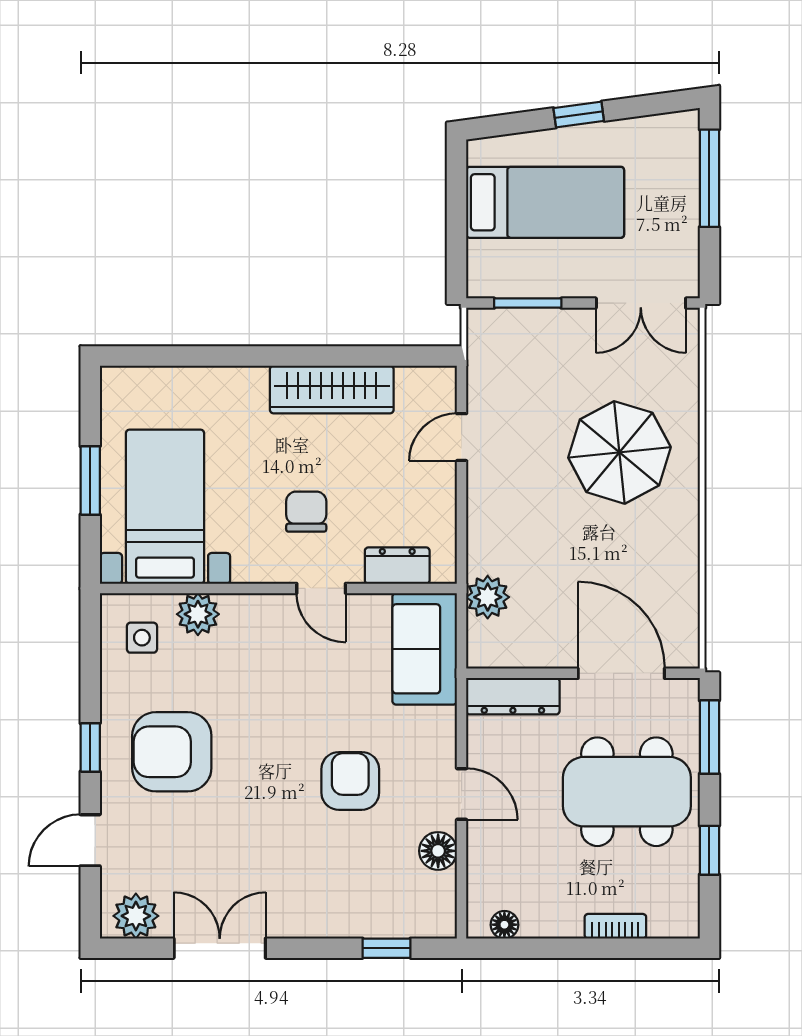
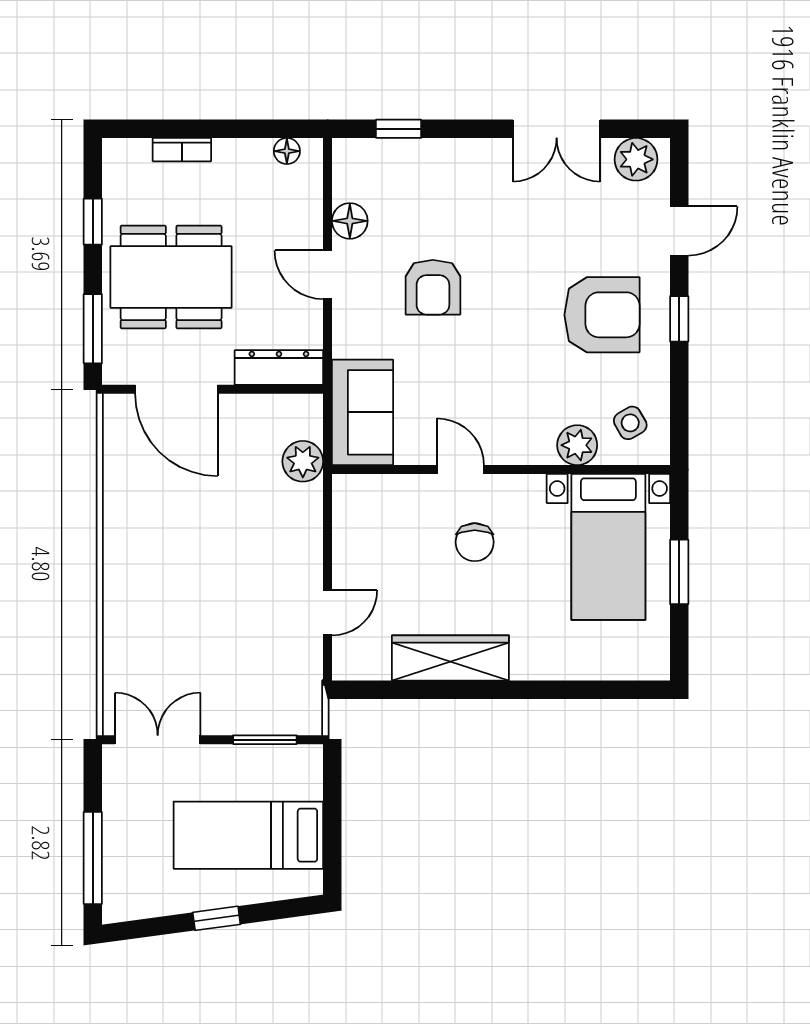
parasol: (619, 452) -> (178, 598), removed
dresser: (397, 566) -> (388, 491), removed
side table: (142, 638) -> (630, 423), turned -30

